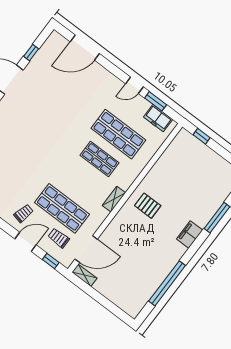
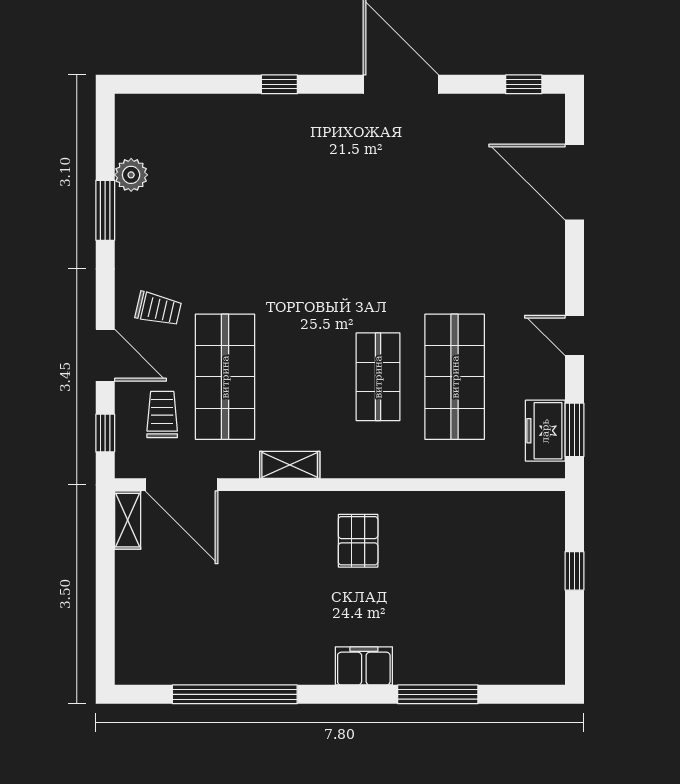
window: (31, 53) -> (524, 84), moved
window: (156, 101) -> (574, 430), moved
window: (202, 136) -> (574, 571), moved
shelving: (114, 199) -> (290, 465), moved

